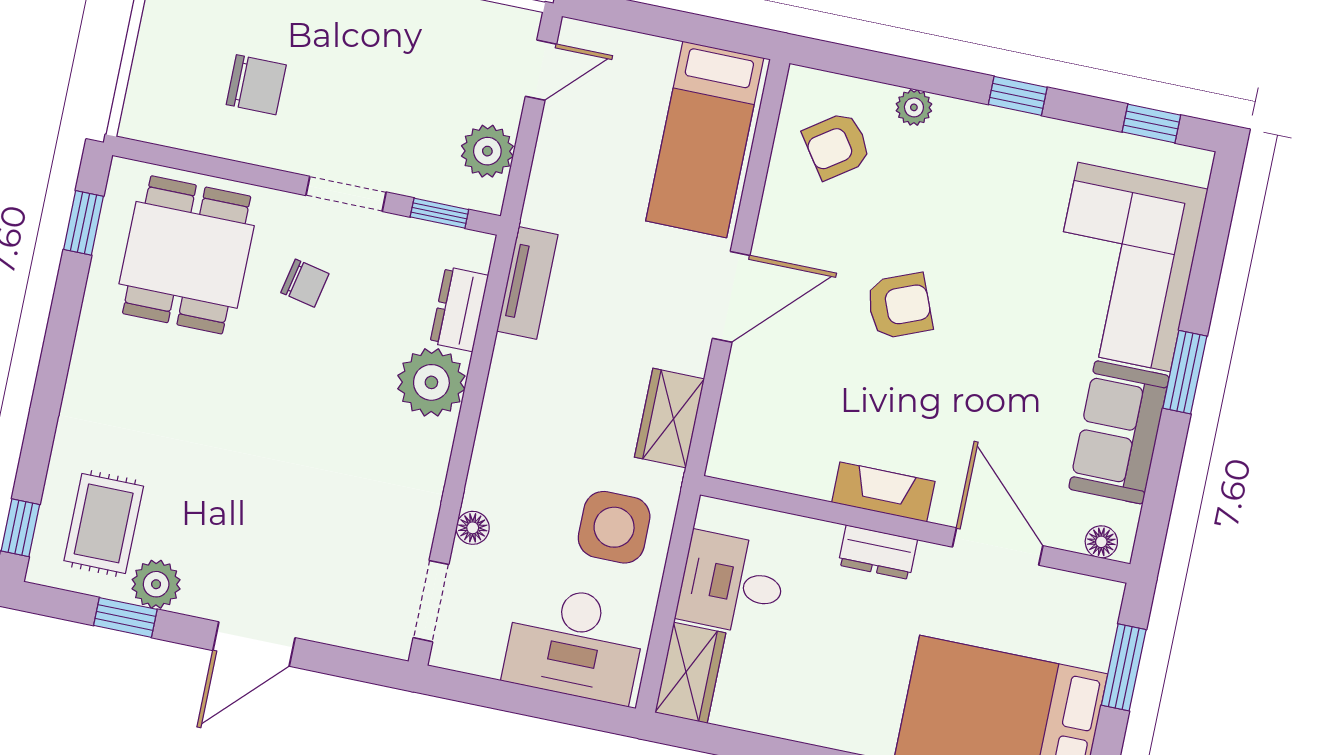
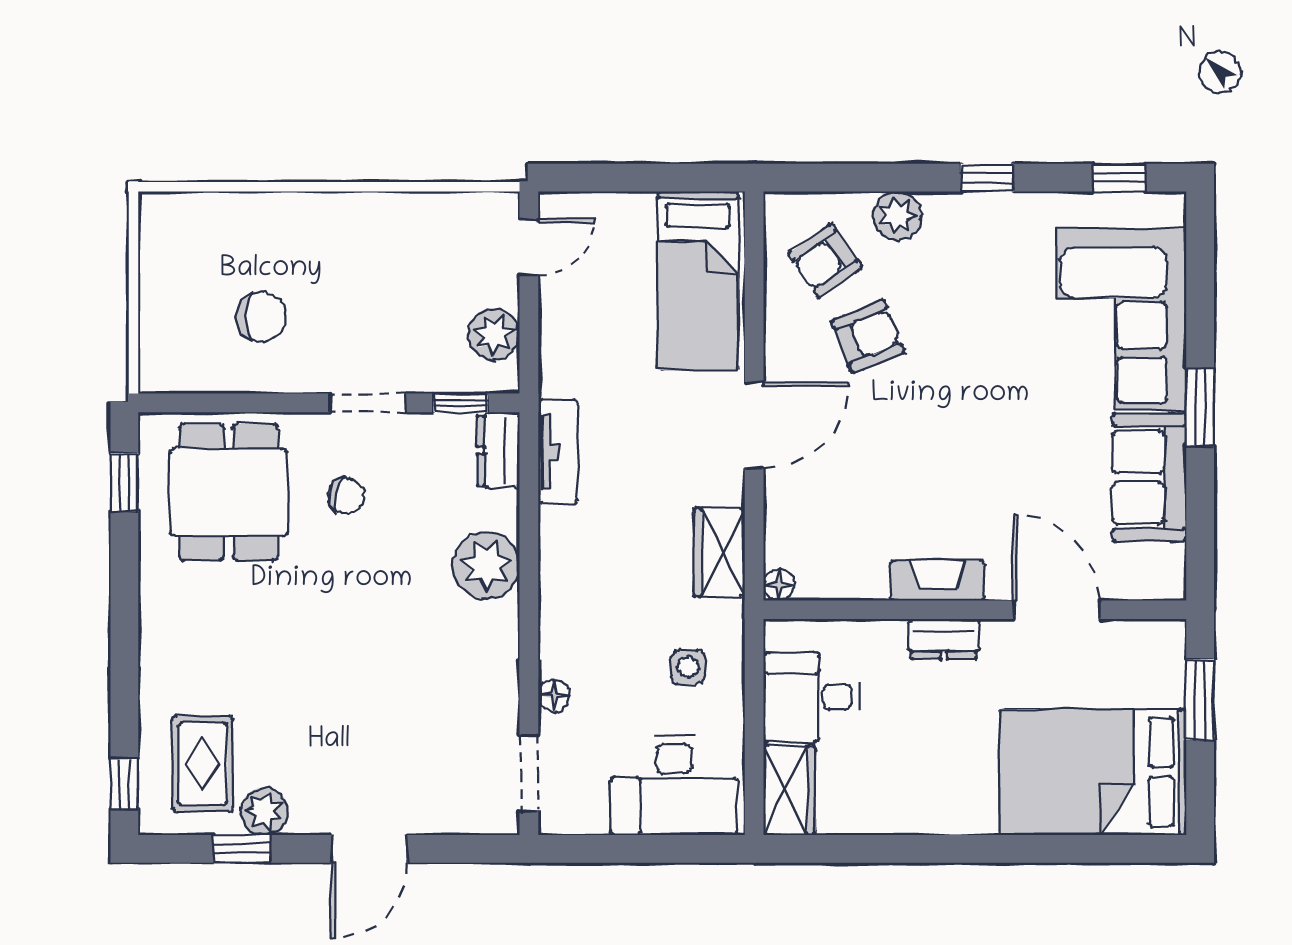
plant: (914, 107) -> (897, 216), width x1.38, depth x1.38
armchair: (899, 306) -> (868, 336), moved
dresser: (459, 309) -> (498, 450), moved
side table: (614, 527) -> (688, 667), width x0.54, depth x0.54
floor lamp: (1101, 542) -> (779, 585), moved

